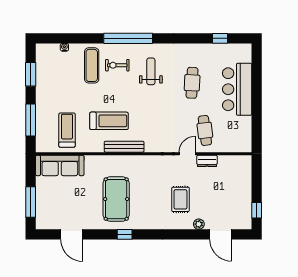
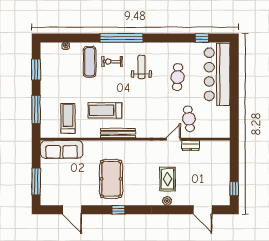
bar counter: (237, 89) -> (217, 74), width x1.36
treadmill: (109, 121) -> (105, 110), turned 180
plant: (199, 224) -> (167, 201), moved

